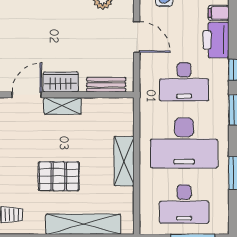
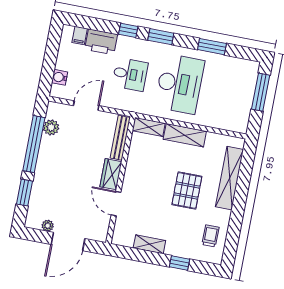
desk: (184, 82) -> (130, 74), width x0.73
bench: (106, 85) -> (120, 138), width x1.36
shelving: (63, 106) -> (149, 127), moved, turned 90
desk: (184, 204) -> (229, 93), removed

